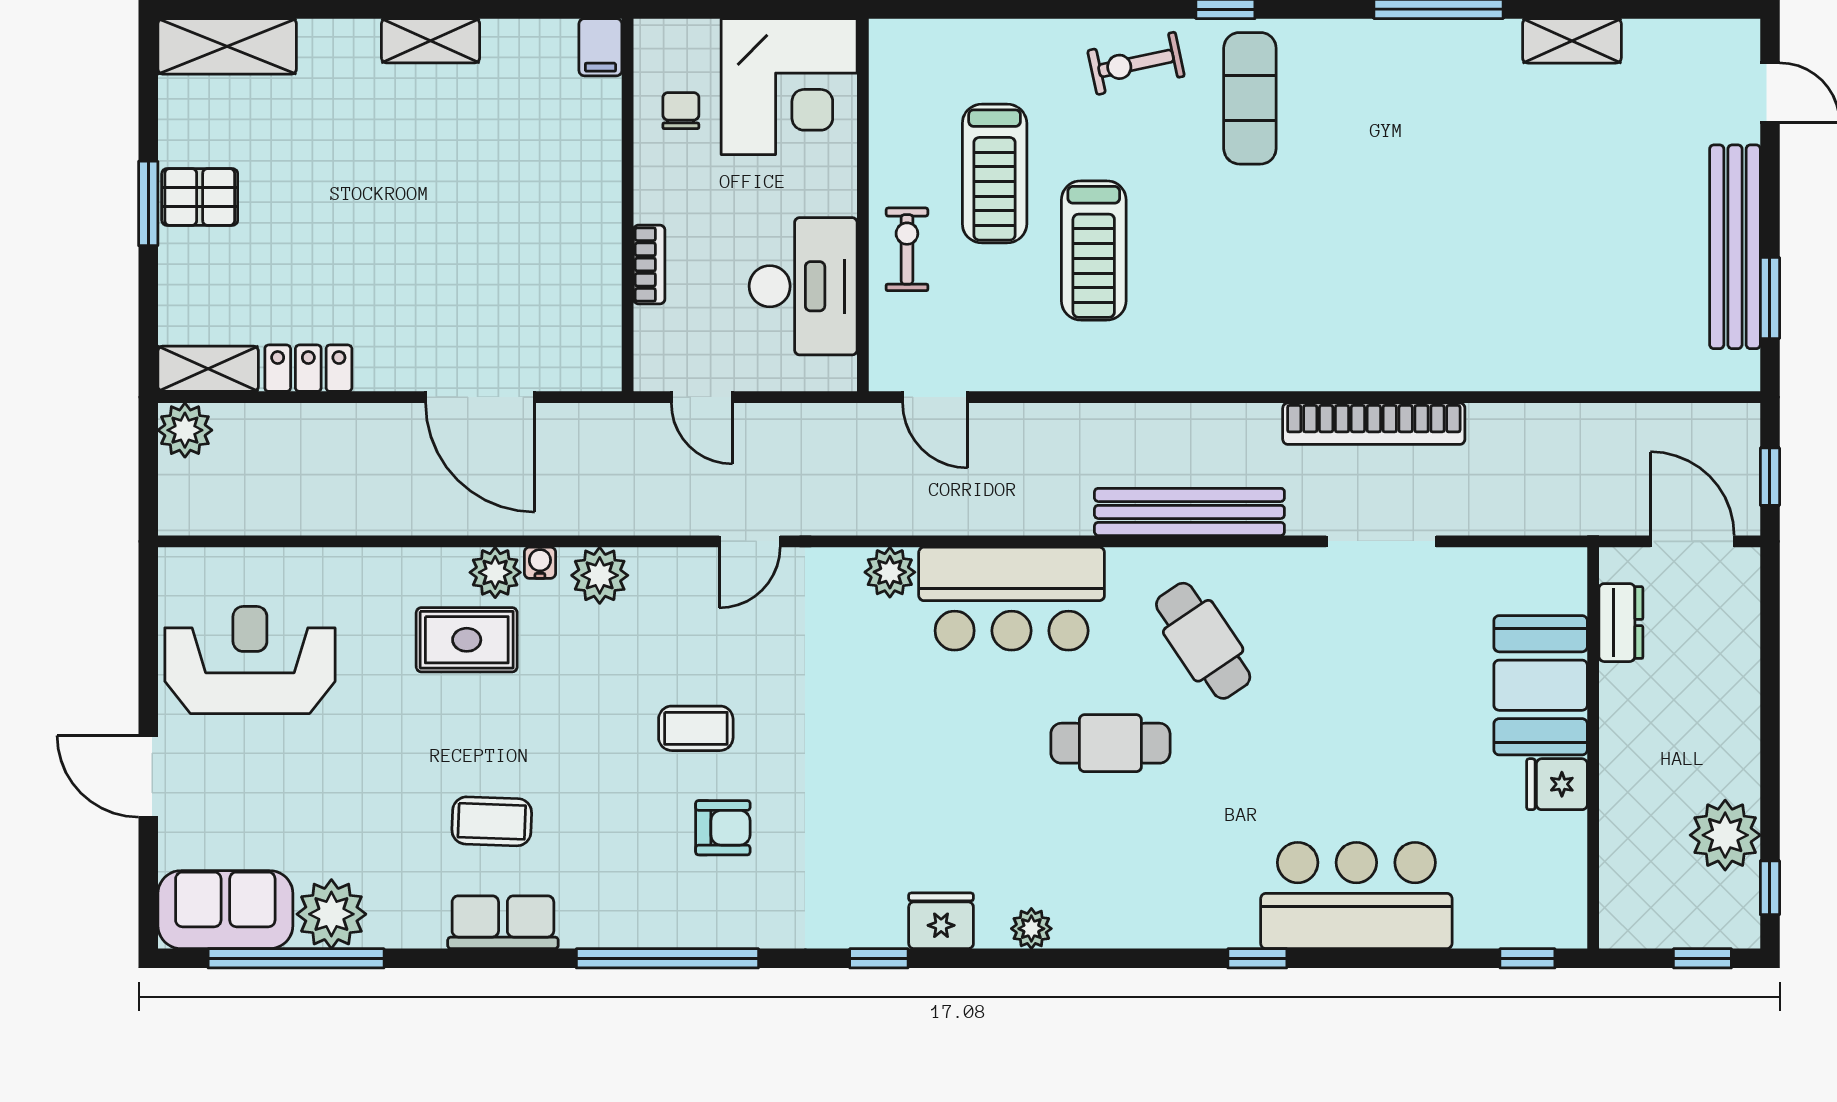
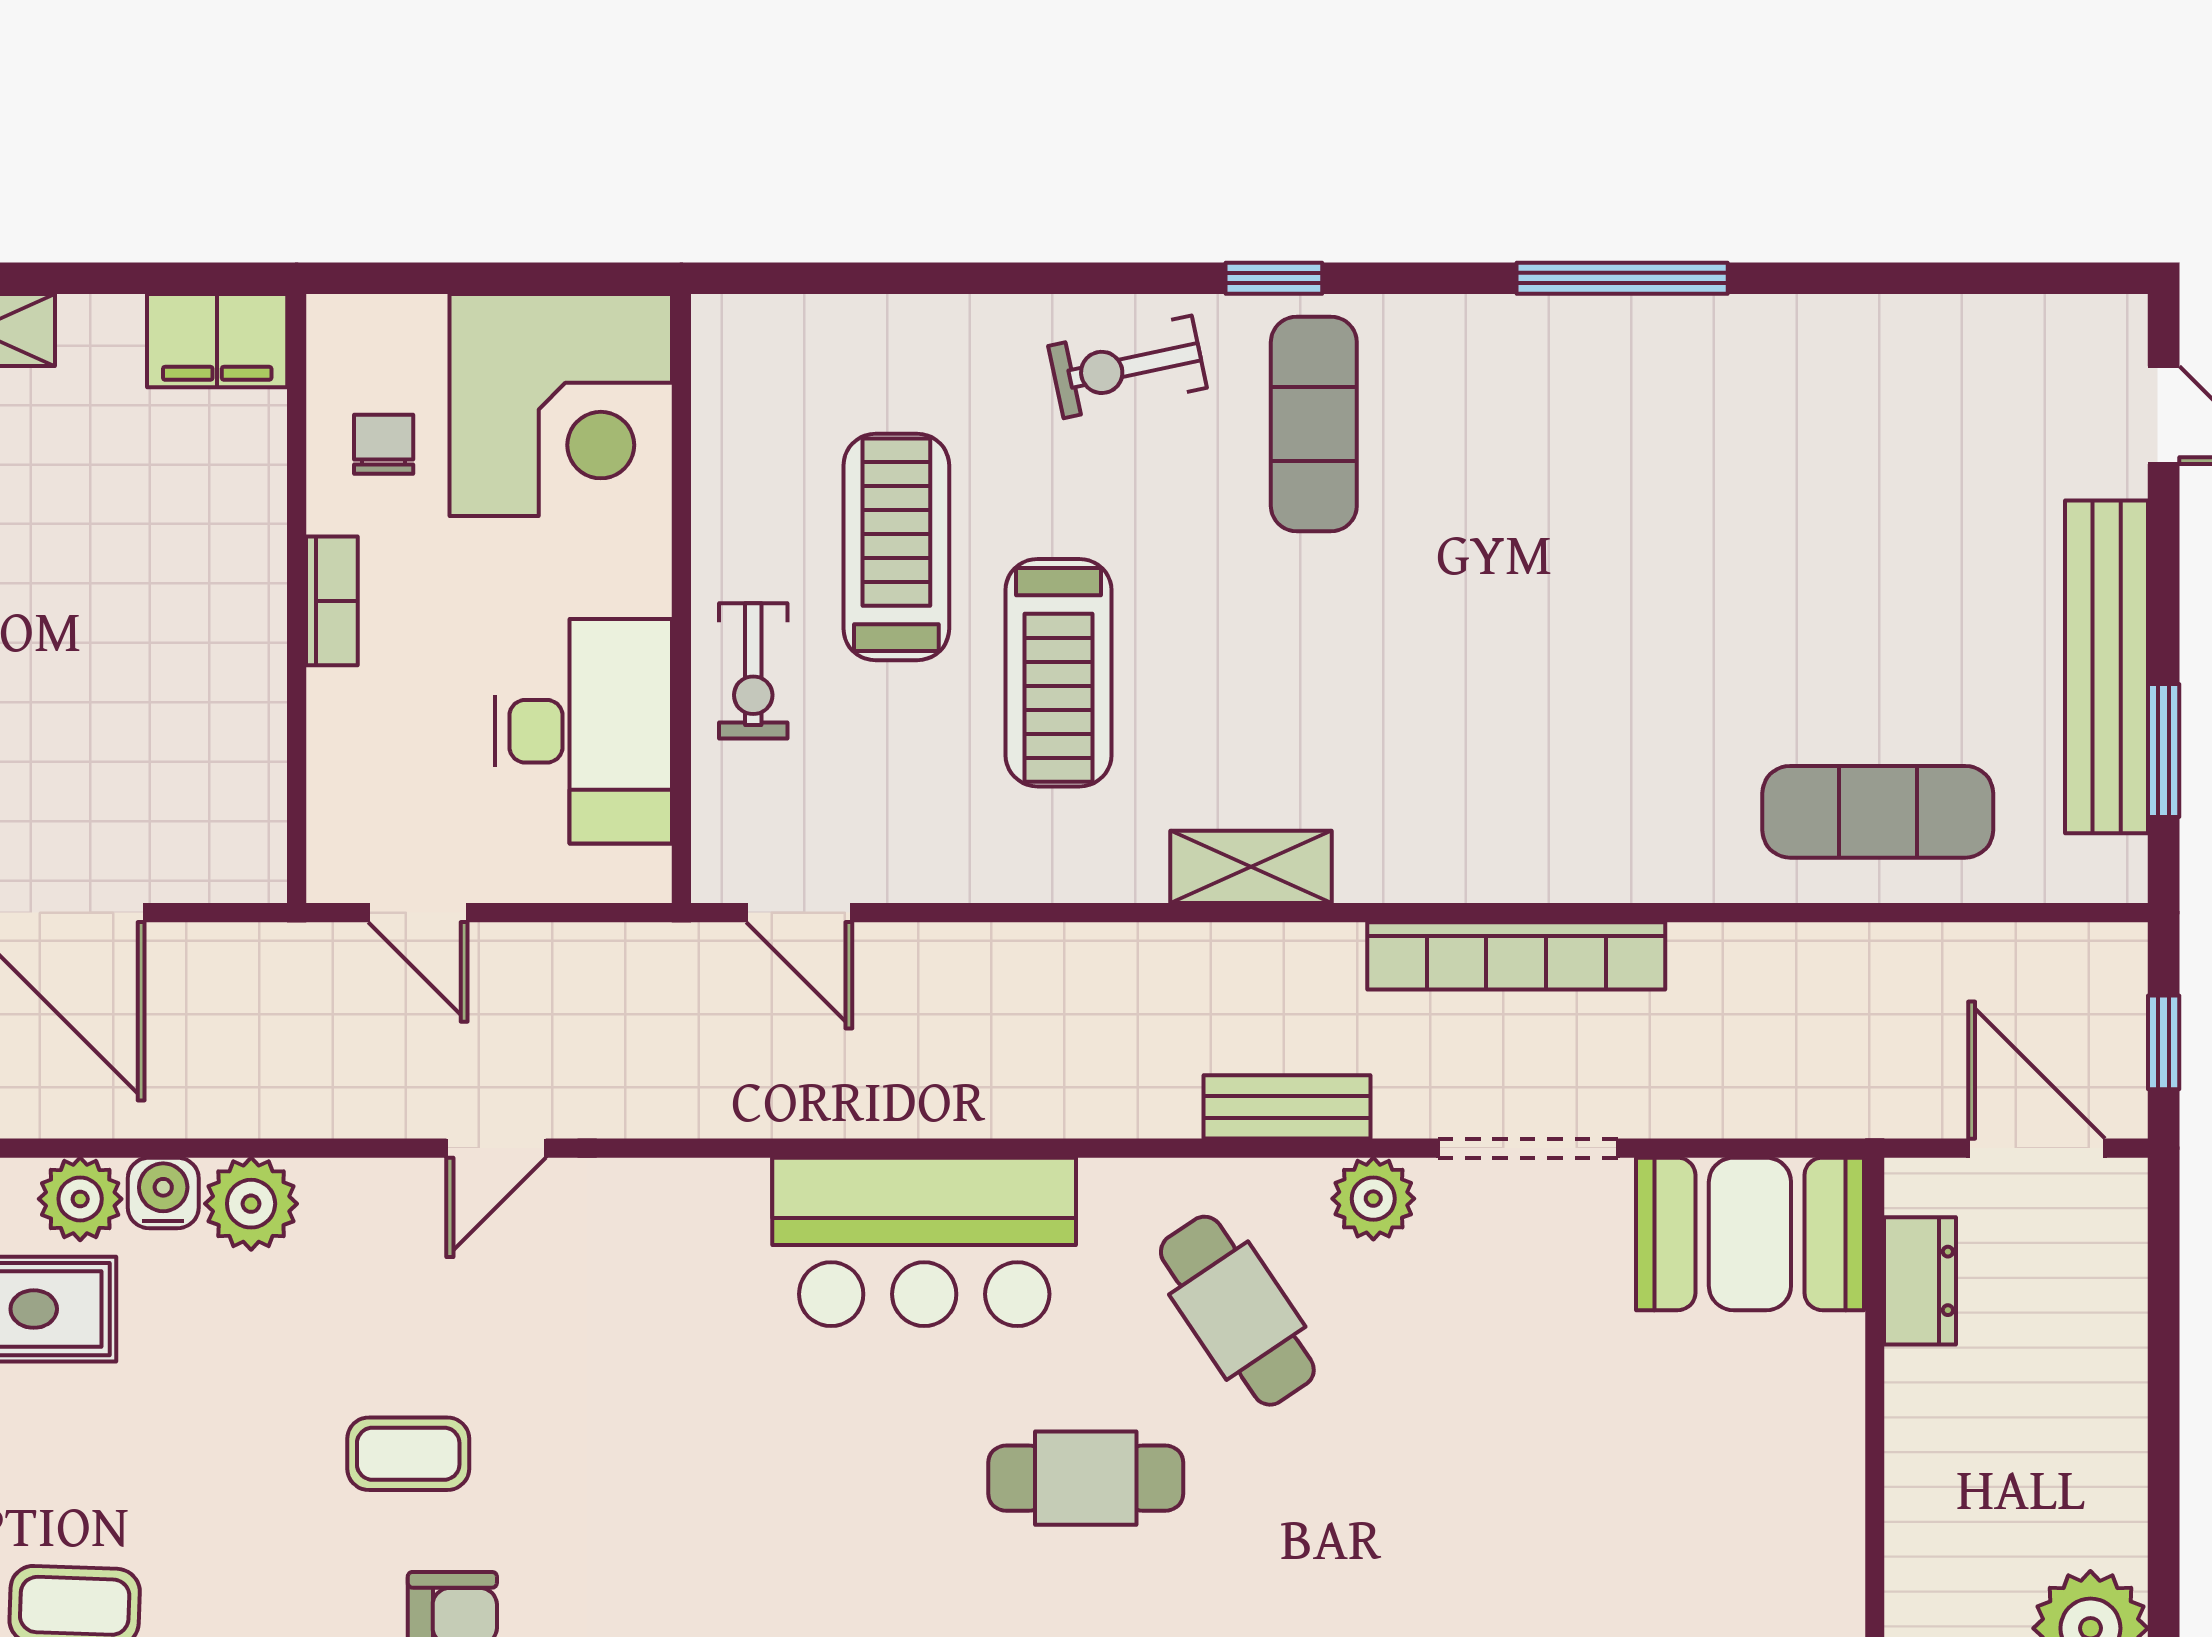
shelving: (1572, 41) -> (1251, 867), moved
filing cabinet: (600, 47) -> (217, 341), width x2.00
treadmill: (995, 174) -> (896, 547), turned 180
exercise bike: (907, 249) -> (753, 671), turned 180
bookcase: (649, 265) -> (332, 601), moved
exercise mat: (1595, 336) -> (1878, 812), added
bench: (1189, 512) -> (1287, 1107), width x0.54, depth x0.82
water cooler: (540, 563) -> (163, 1193), width x1.38, depth x1.38
plant: (890, 572) -> (1373, 1199), moved
booth: (1541, 685) -> (1750, 1234), moved, turned 90
fridge: (1557, 784) -> (1816, 1545), removed

